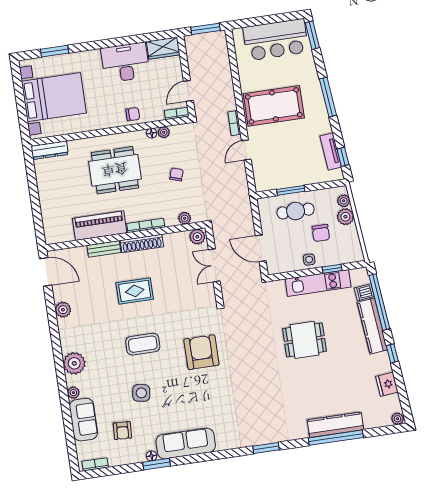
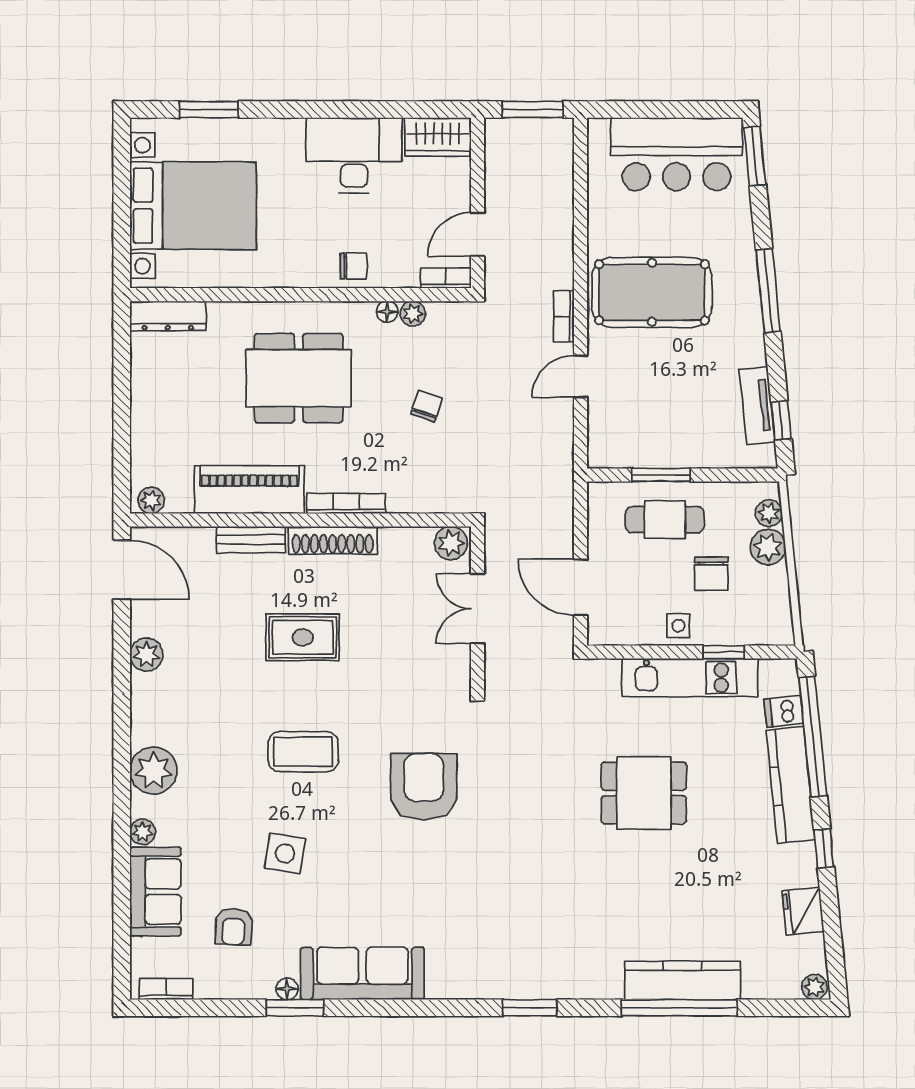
plant: (185, 218) -> (151, 500), moved

